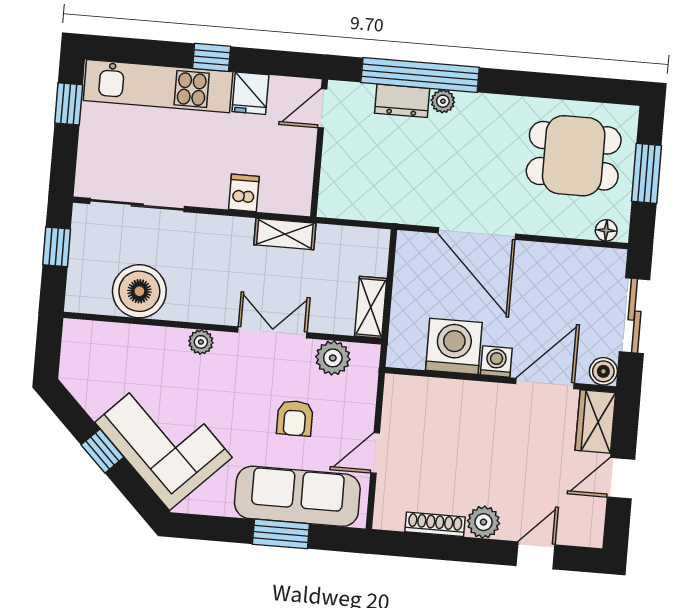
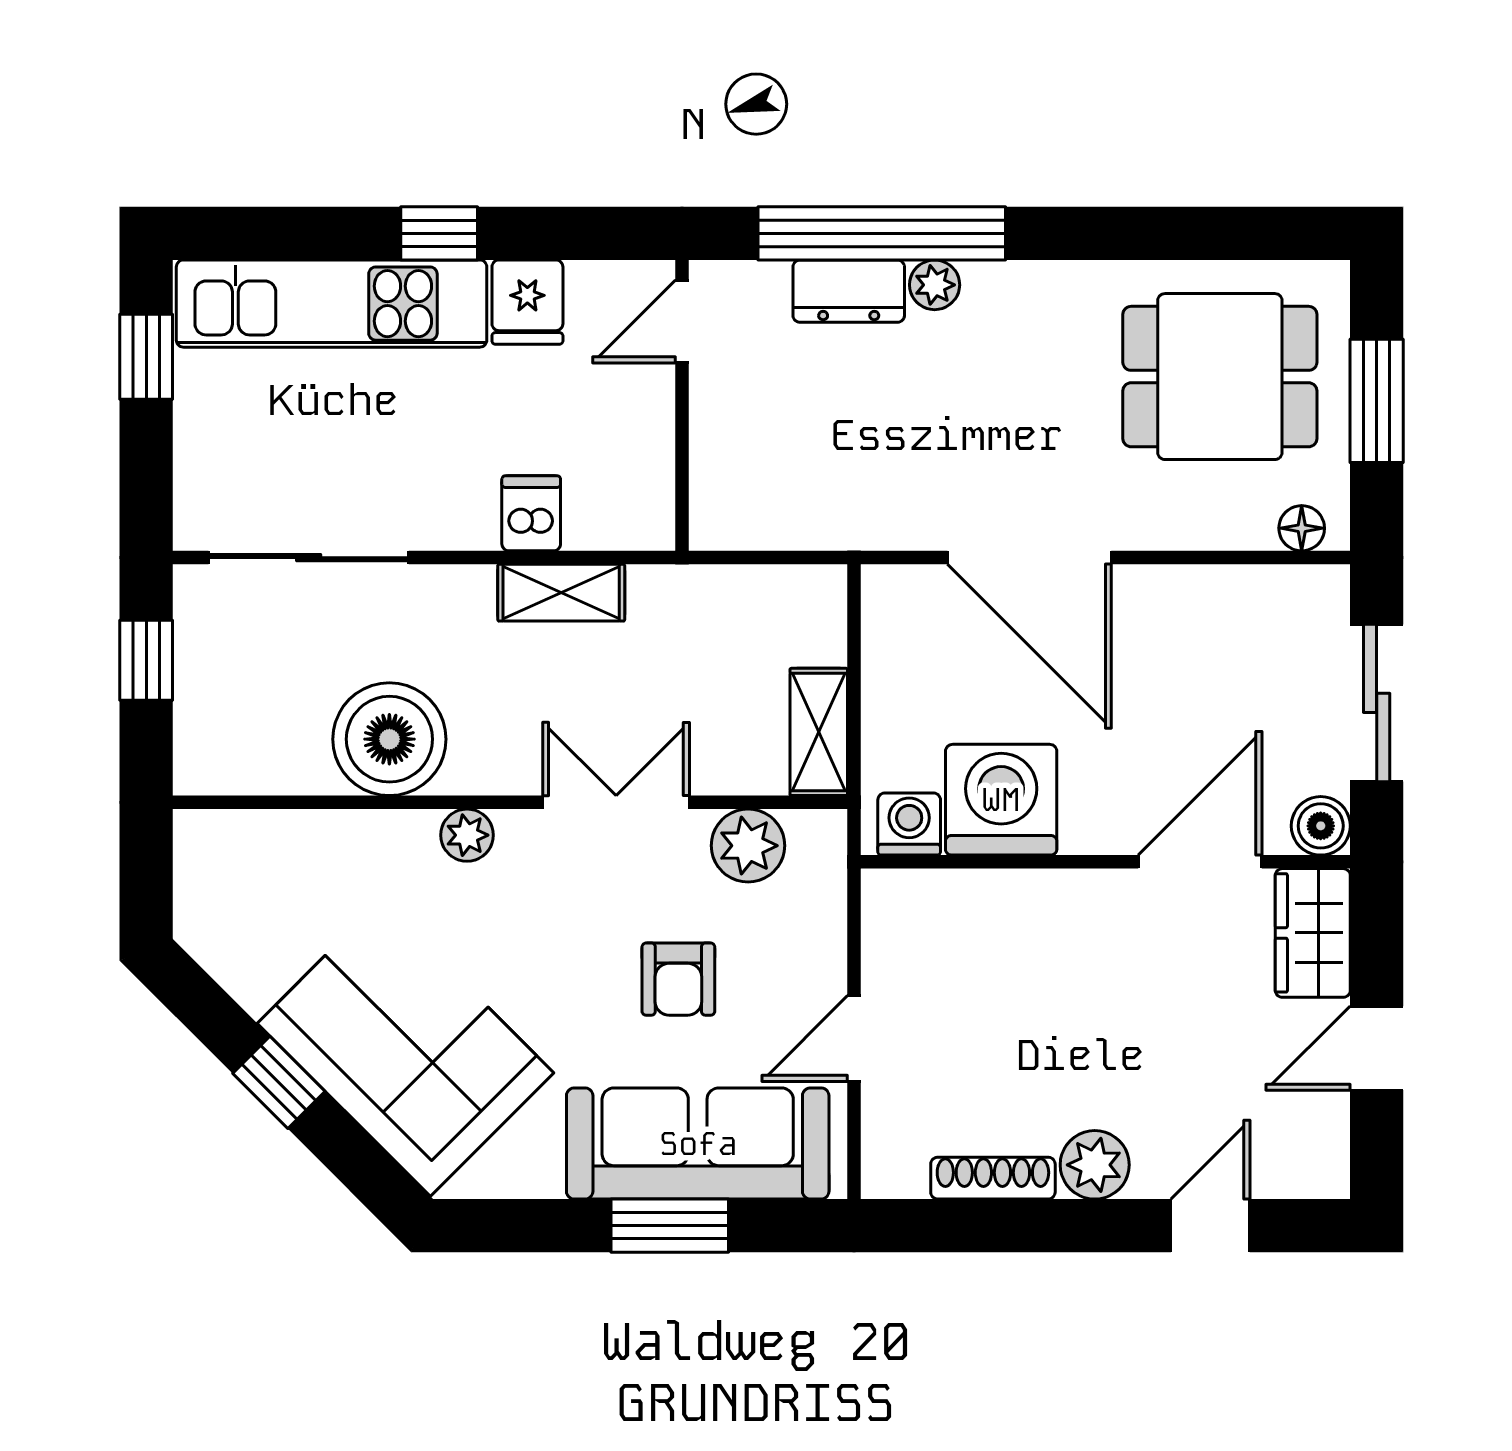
shelving: (285, 234) -> (561, 593), moved
boiler: (139, 291) -> (389, 739), moved
washing machine: (496, 361) -> (909, 824), moved

